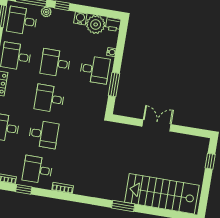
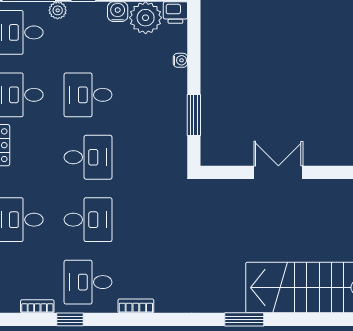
desk: (95, 70) -> (157, 95), removed
desk: (49, 99) -> (88, 157), turned 180

